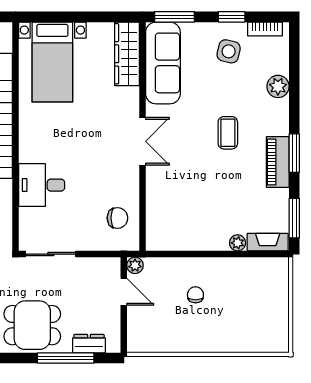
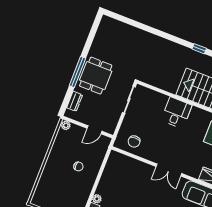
desk: (42, 185) -> (176, 113), moved
plant: (135, 265) -> (66, 125), moved
window: (66, 358) -> (77, 72), moved

